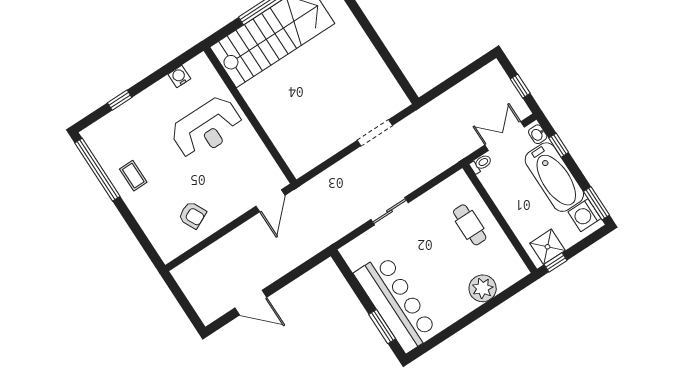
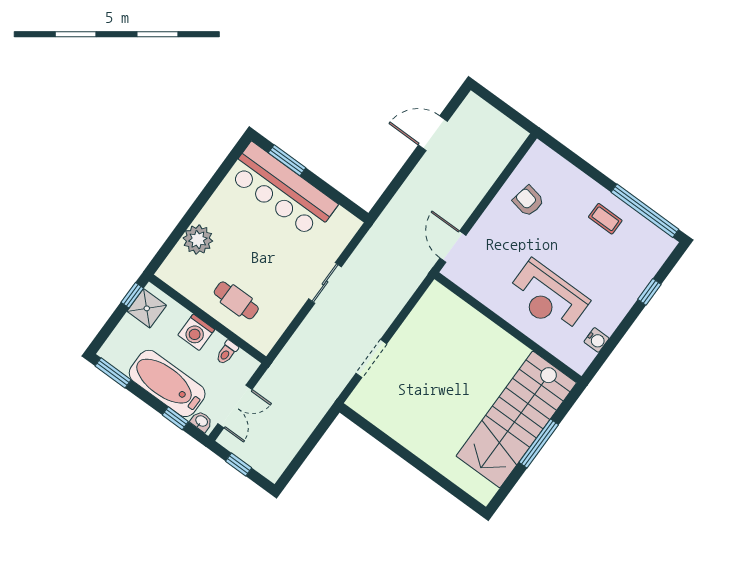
reception desk: (207, 128) -> (548, 297), turned -90
toilet: (481, 164) -> (227, 352), moved
armchair: (192, 215) -> (528, 201), turned 37
washing machine: (584, 215) -> (196, 332), moved, turned 180

